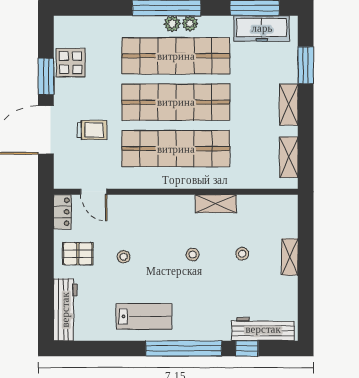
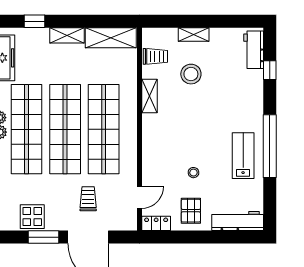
window: (306, 65) -> (34, 21), width x0.67
shelving: (289, 157) -> (111, 38), width x1.50, depth x1.33
trolley: (263, 211) -> (155, 56), added
stool: (242, 254) -> (191, 74), width x1.89, depth x1.89
stool: (193, 255) -> (192, 115), removed
workbench: (263, 329) -> (254, 50), width x0.73
window: (184, 348) -> (270, 146), moved

